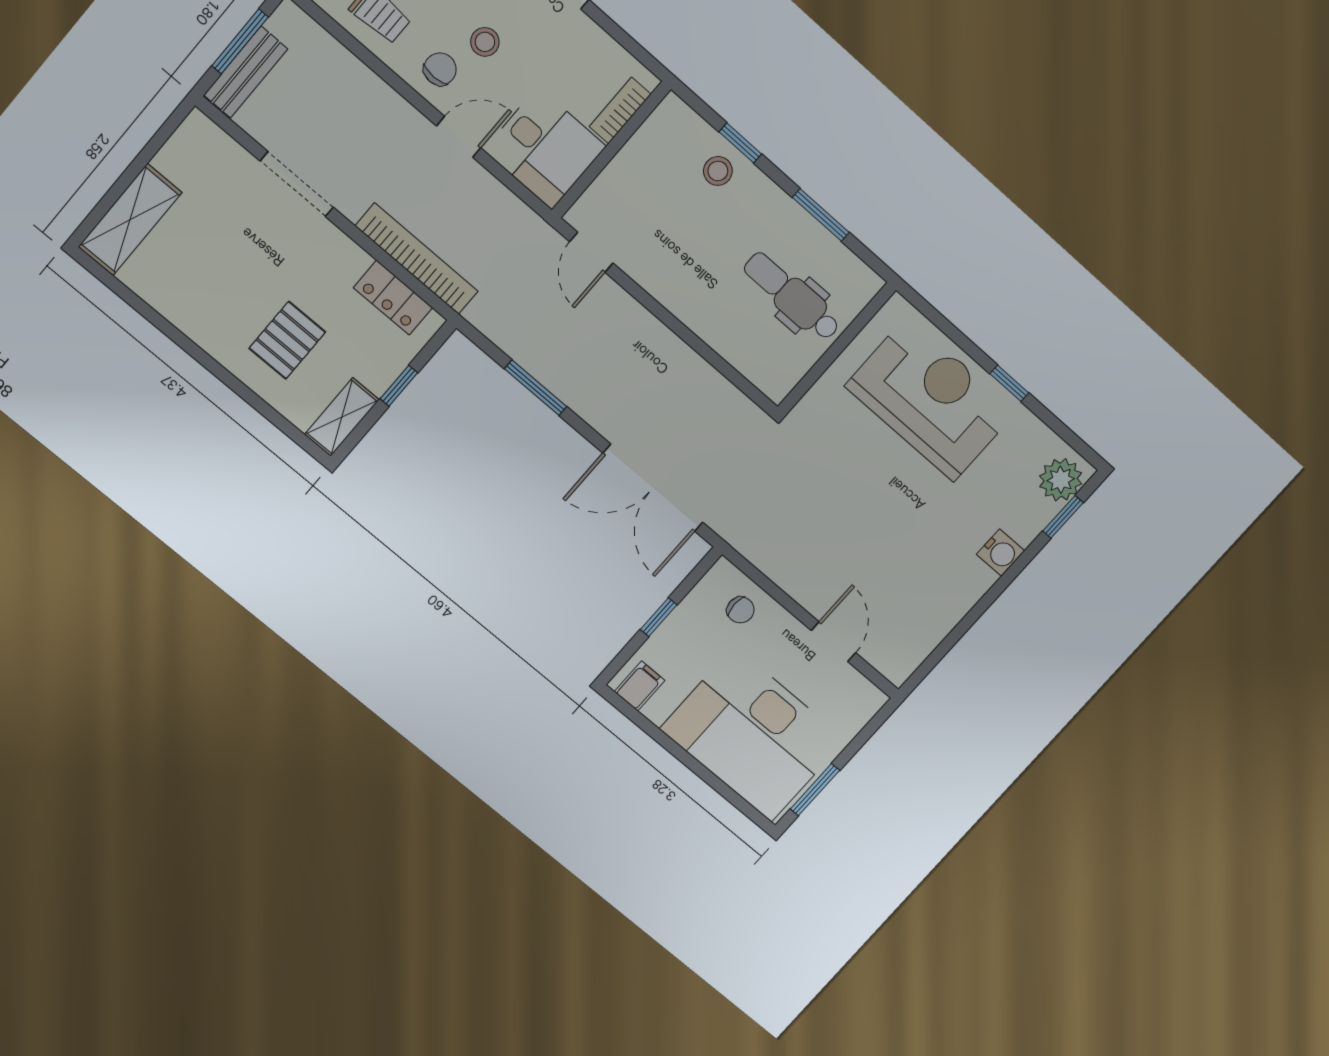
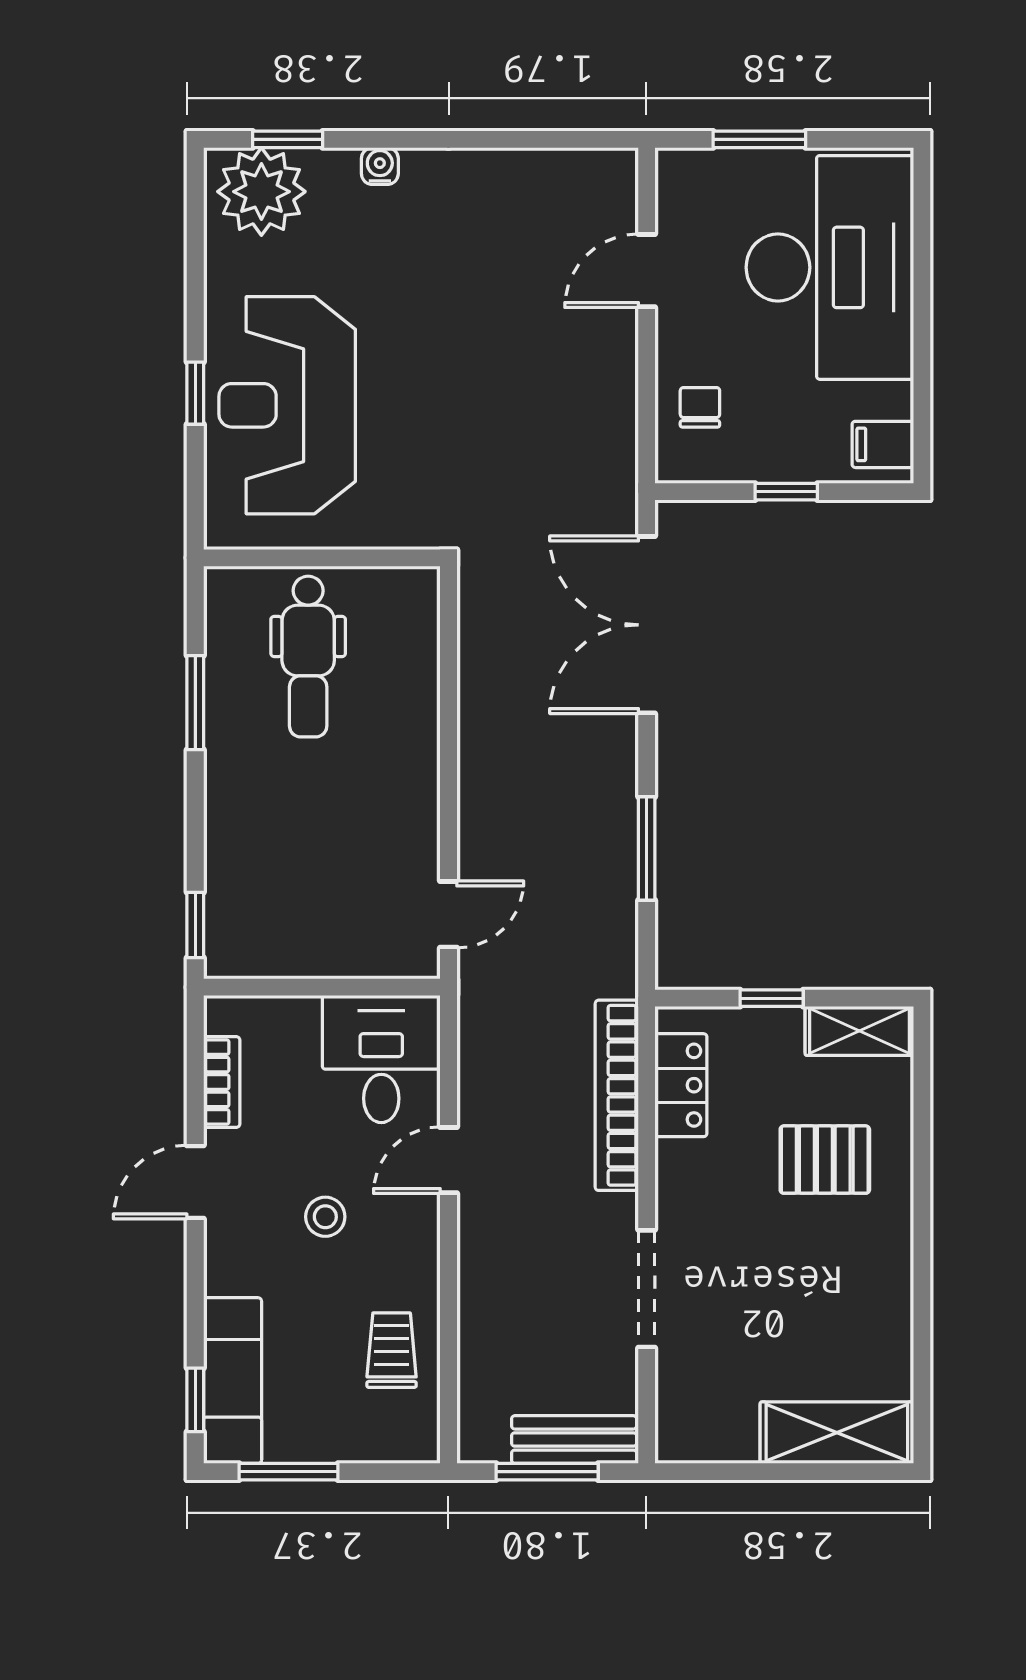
chair: (440, 69) -> (395, 1240), removed
bookcase: (620, 110) -> (222, 1082), moved, turned -90
door: (459, 137) -> (448, 1160), hinge flipped
window: (740, 143) -> (195, 925), moved
stool: (718, 171) -> (245, 854), removed
window: (1009, 383) -> (195, 393), moved
plant: (1061, 480) -> (261, 192), width x1.36, depth x1.36
double door: (653, 488) -> (647, 625), swing flipped
water cooler: (1001, 553) -> (380, 166), width x0.72, depth x0.72
window: (815, 790) -> (759, 139), moved

